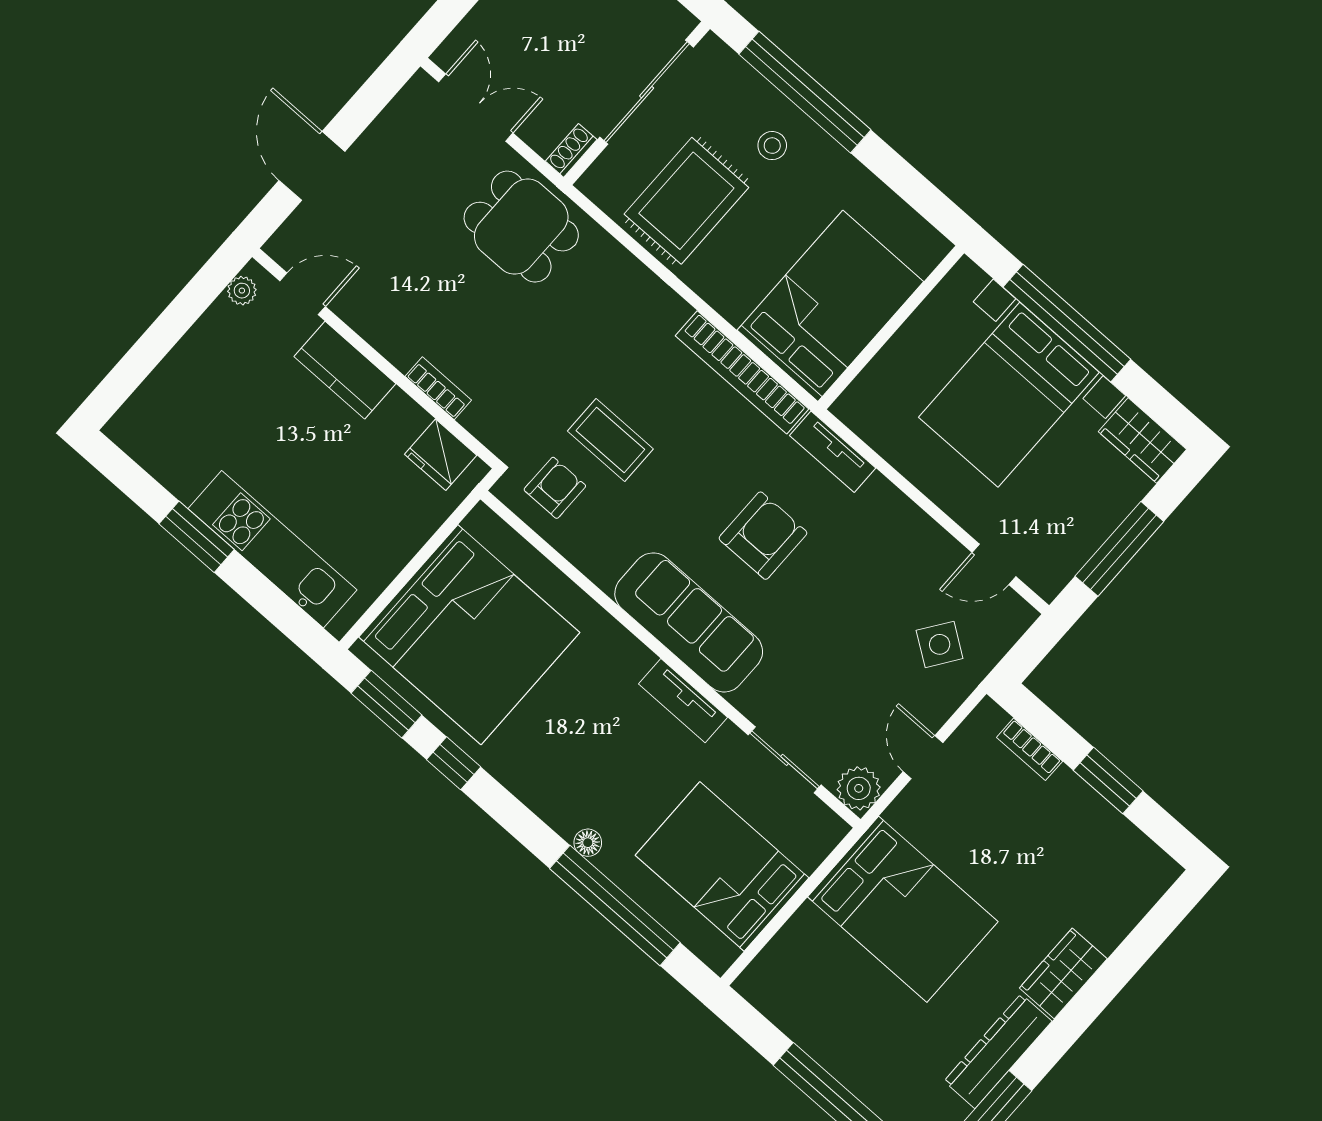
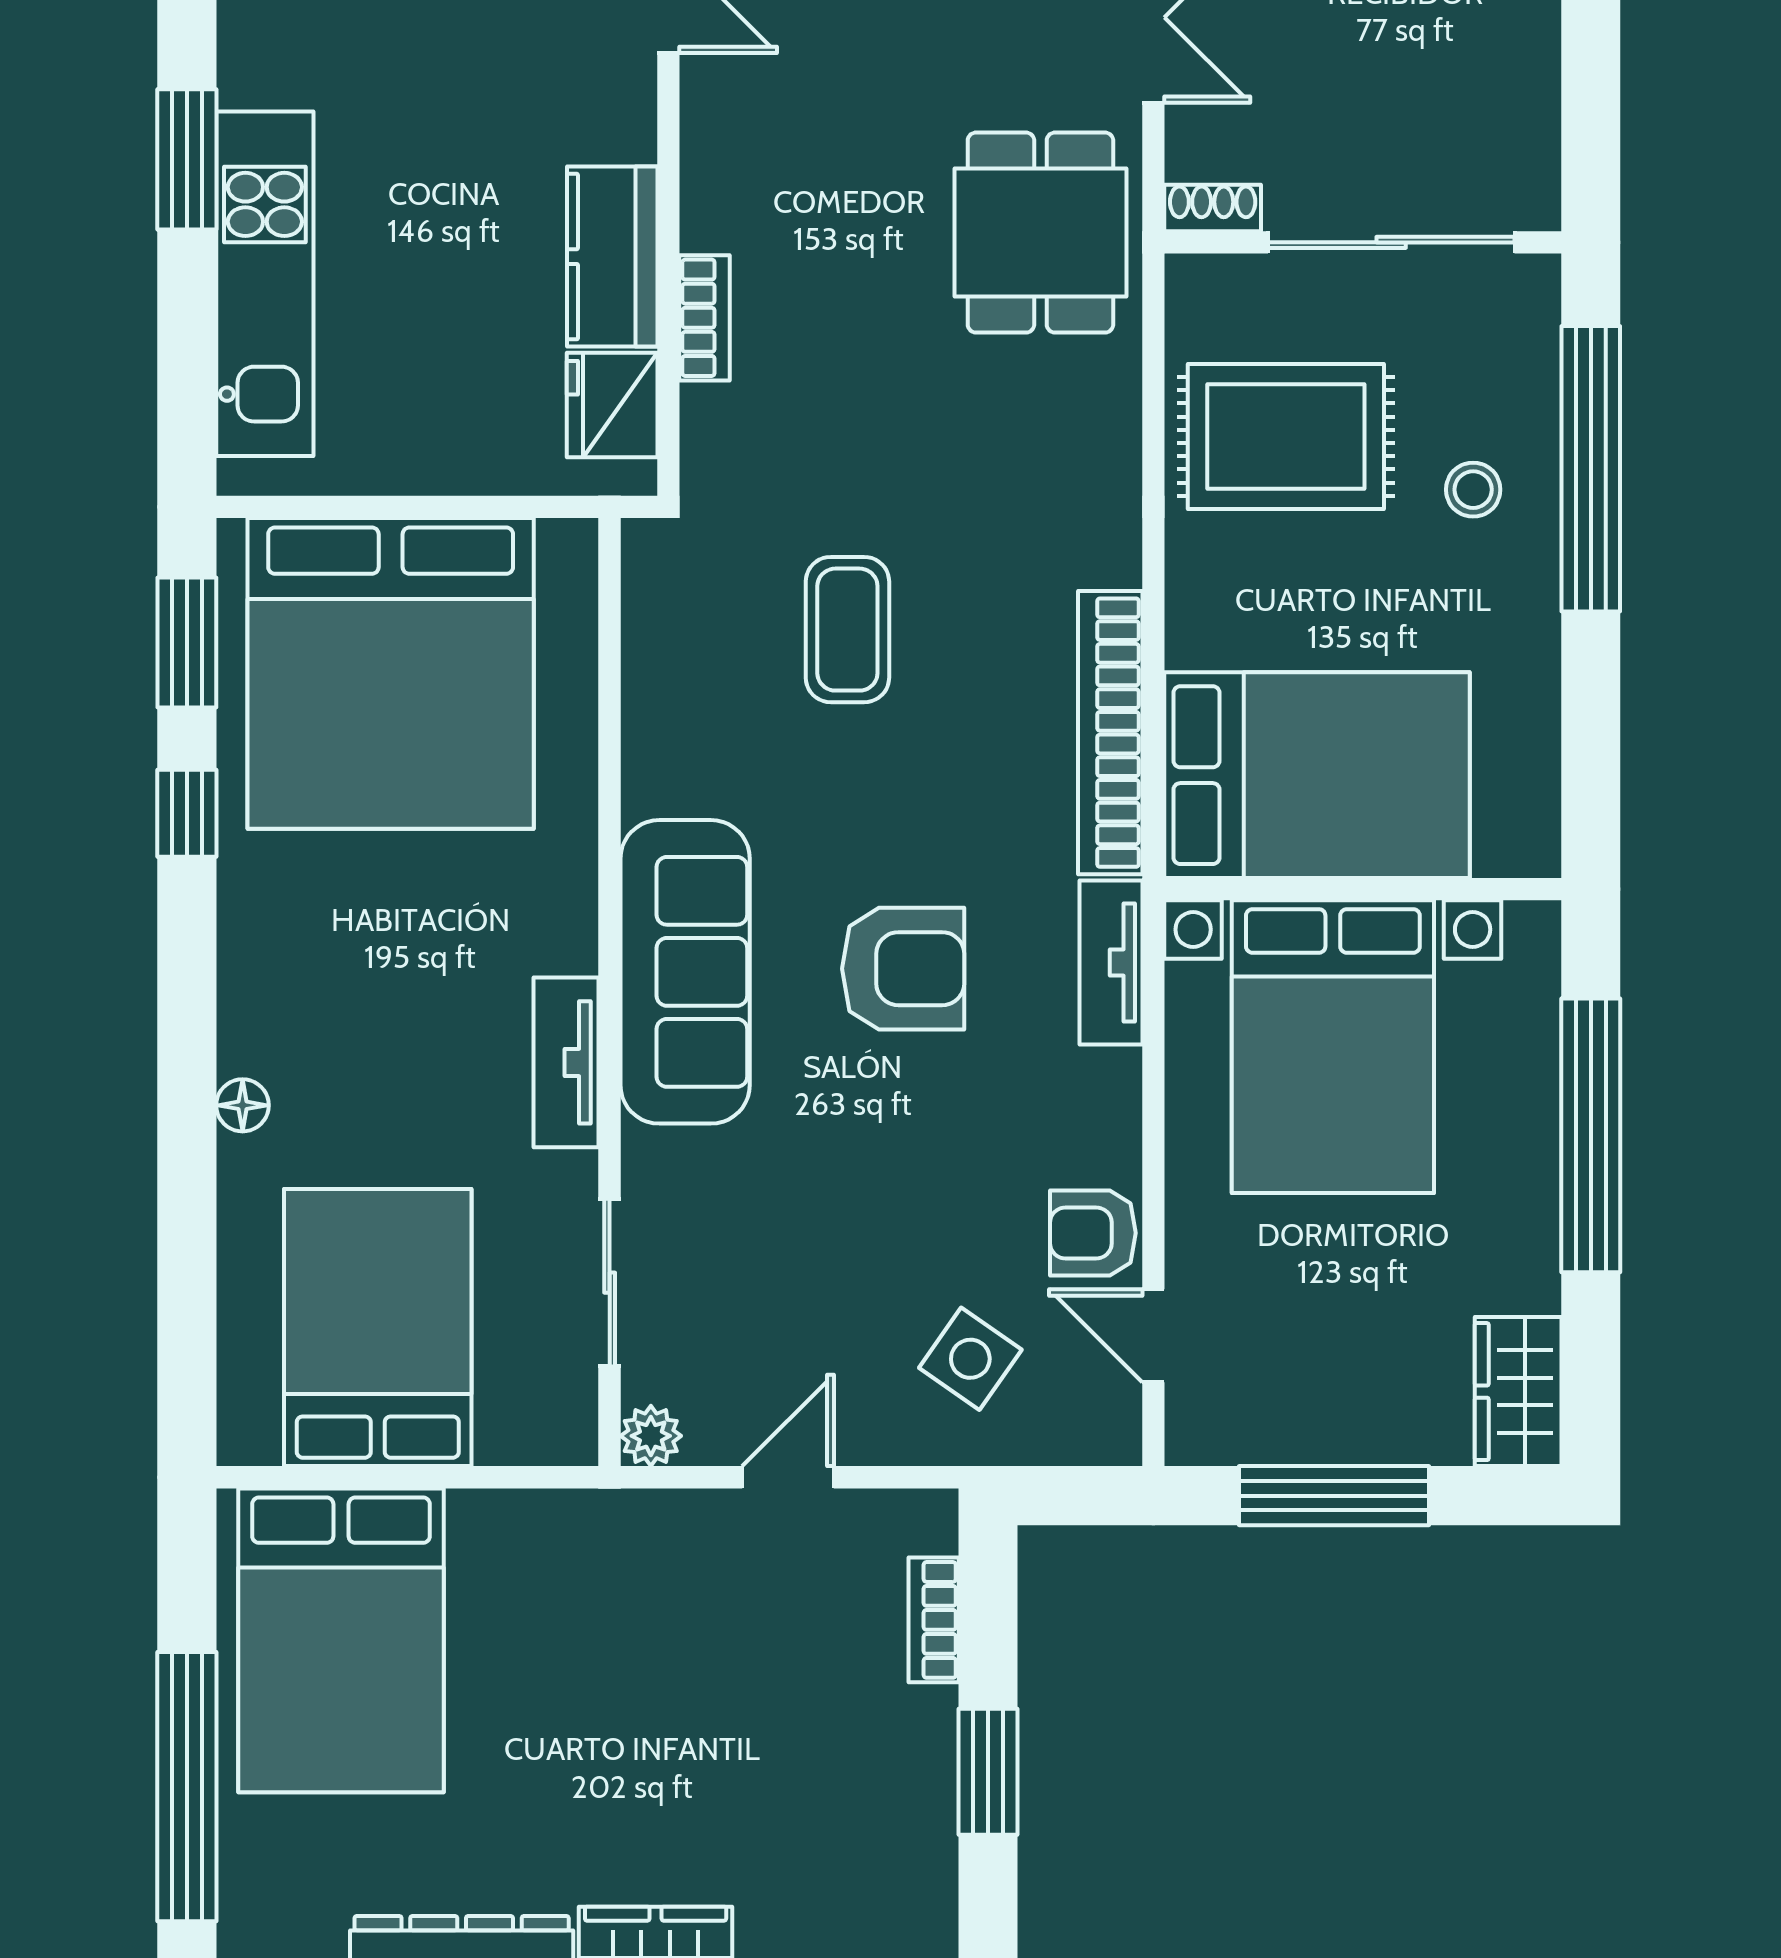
kitchen counter: (345, 370) -> (612, 257), moved
bed with nightstands: (1009, 395) -> (1333, 1047), moved, turned -90
armchair: (555, 488) -> (1093, 1233), moved, turned 180
plant: (859, 788) -> (651, 1436), width x0.73, depth x0.73
window: (615, 906) -> (187, 1224), removed
bed: (903, 909) -> (341, 1640), moved

